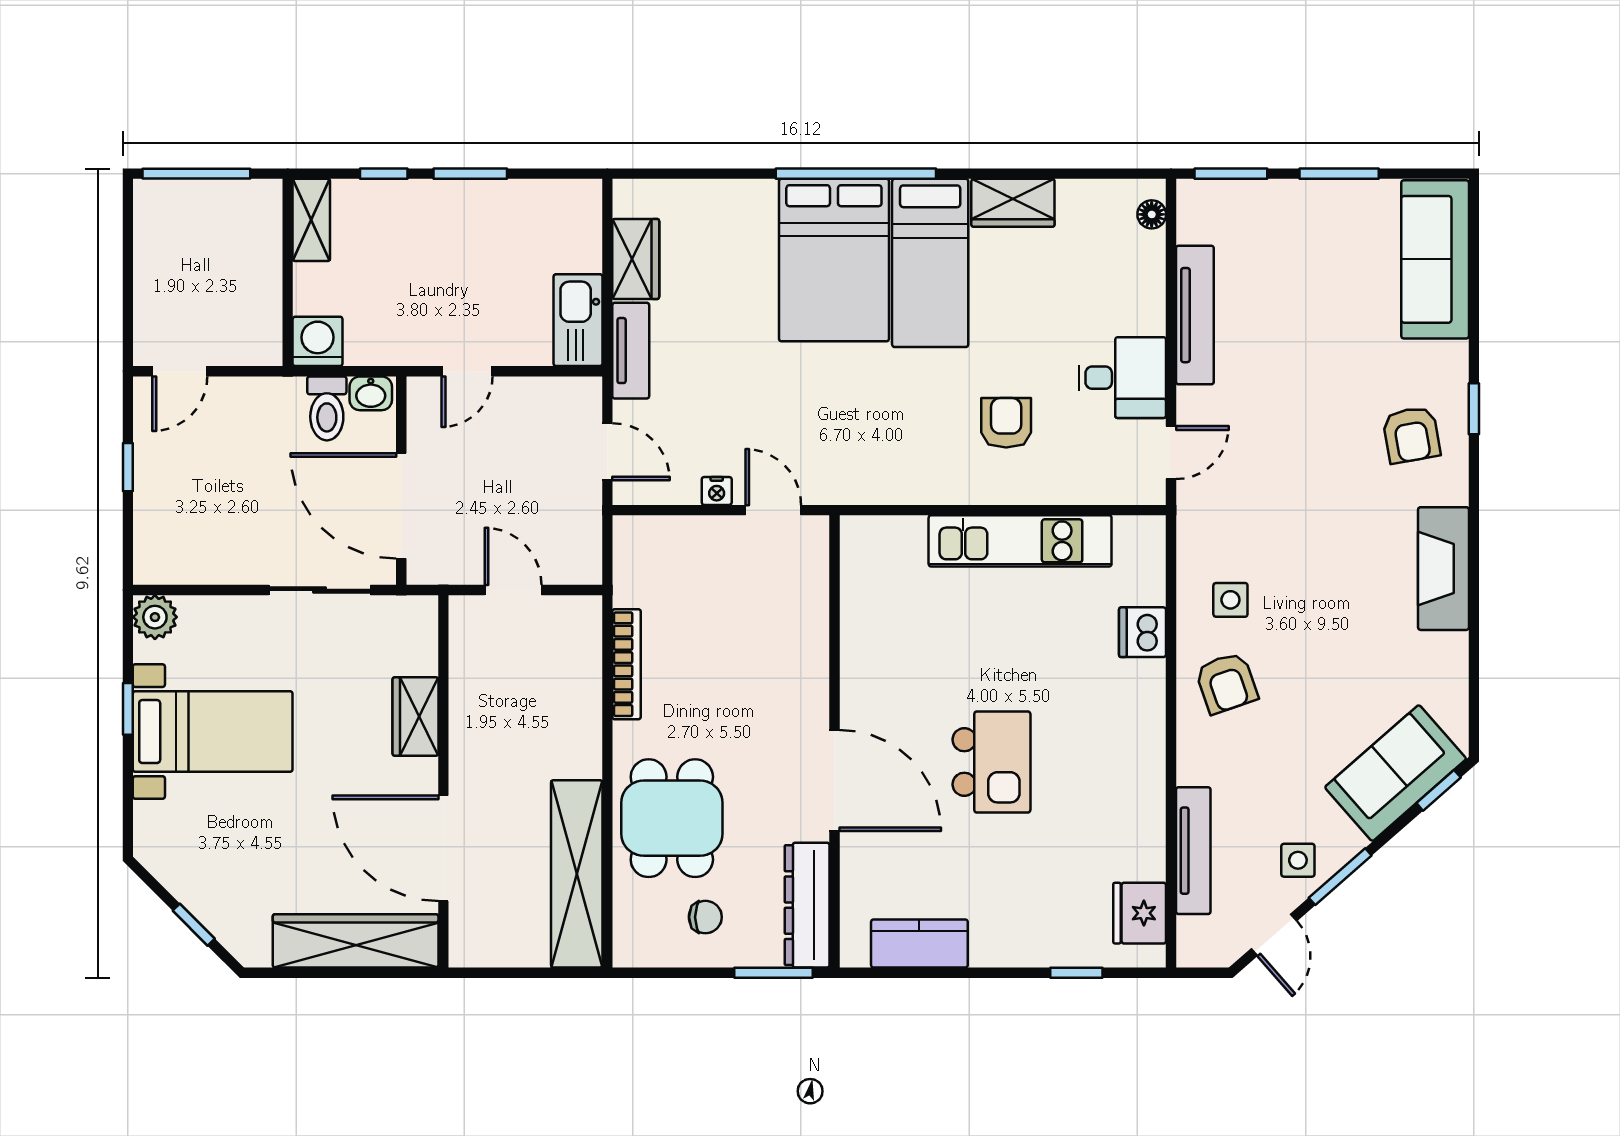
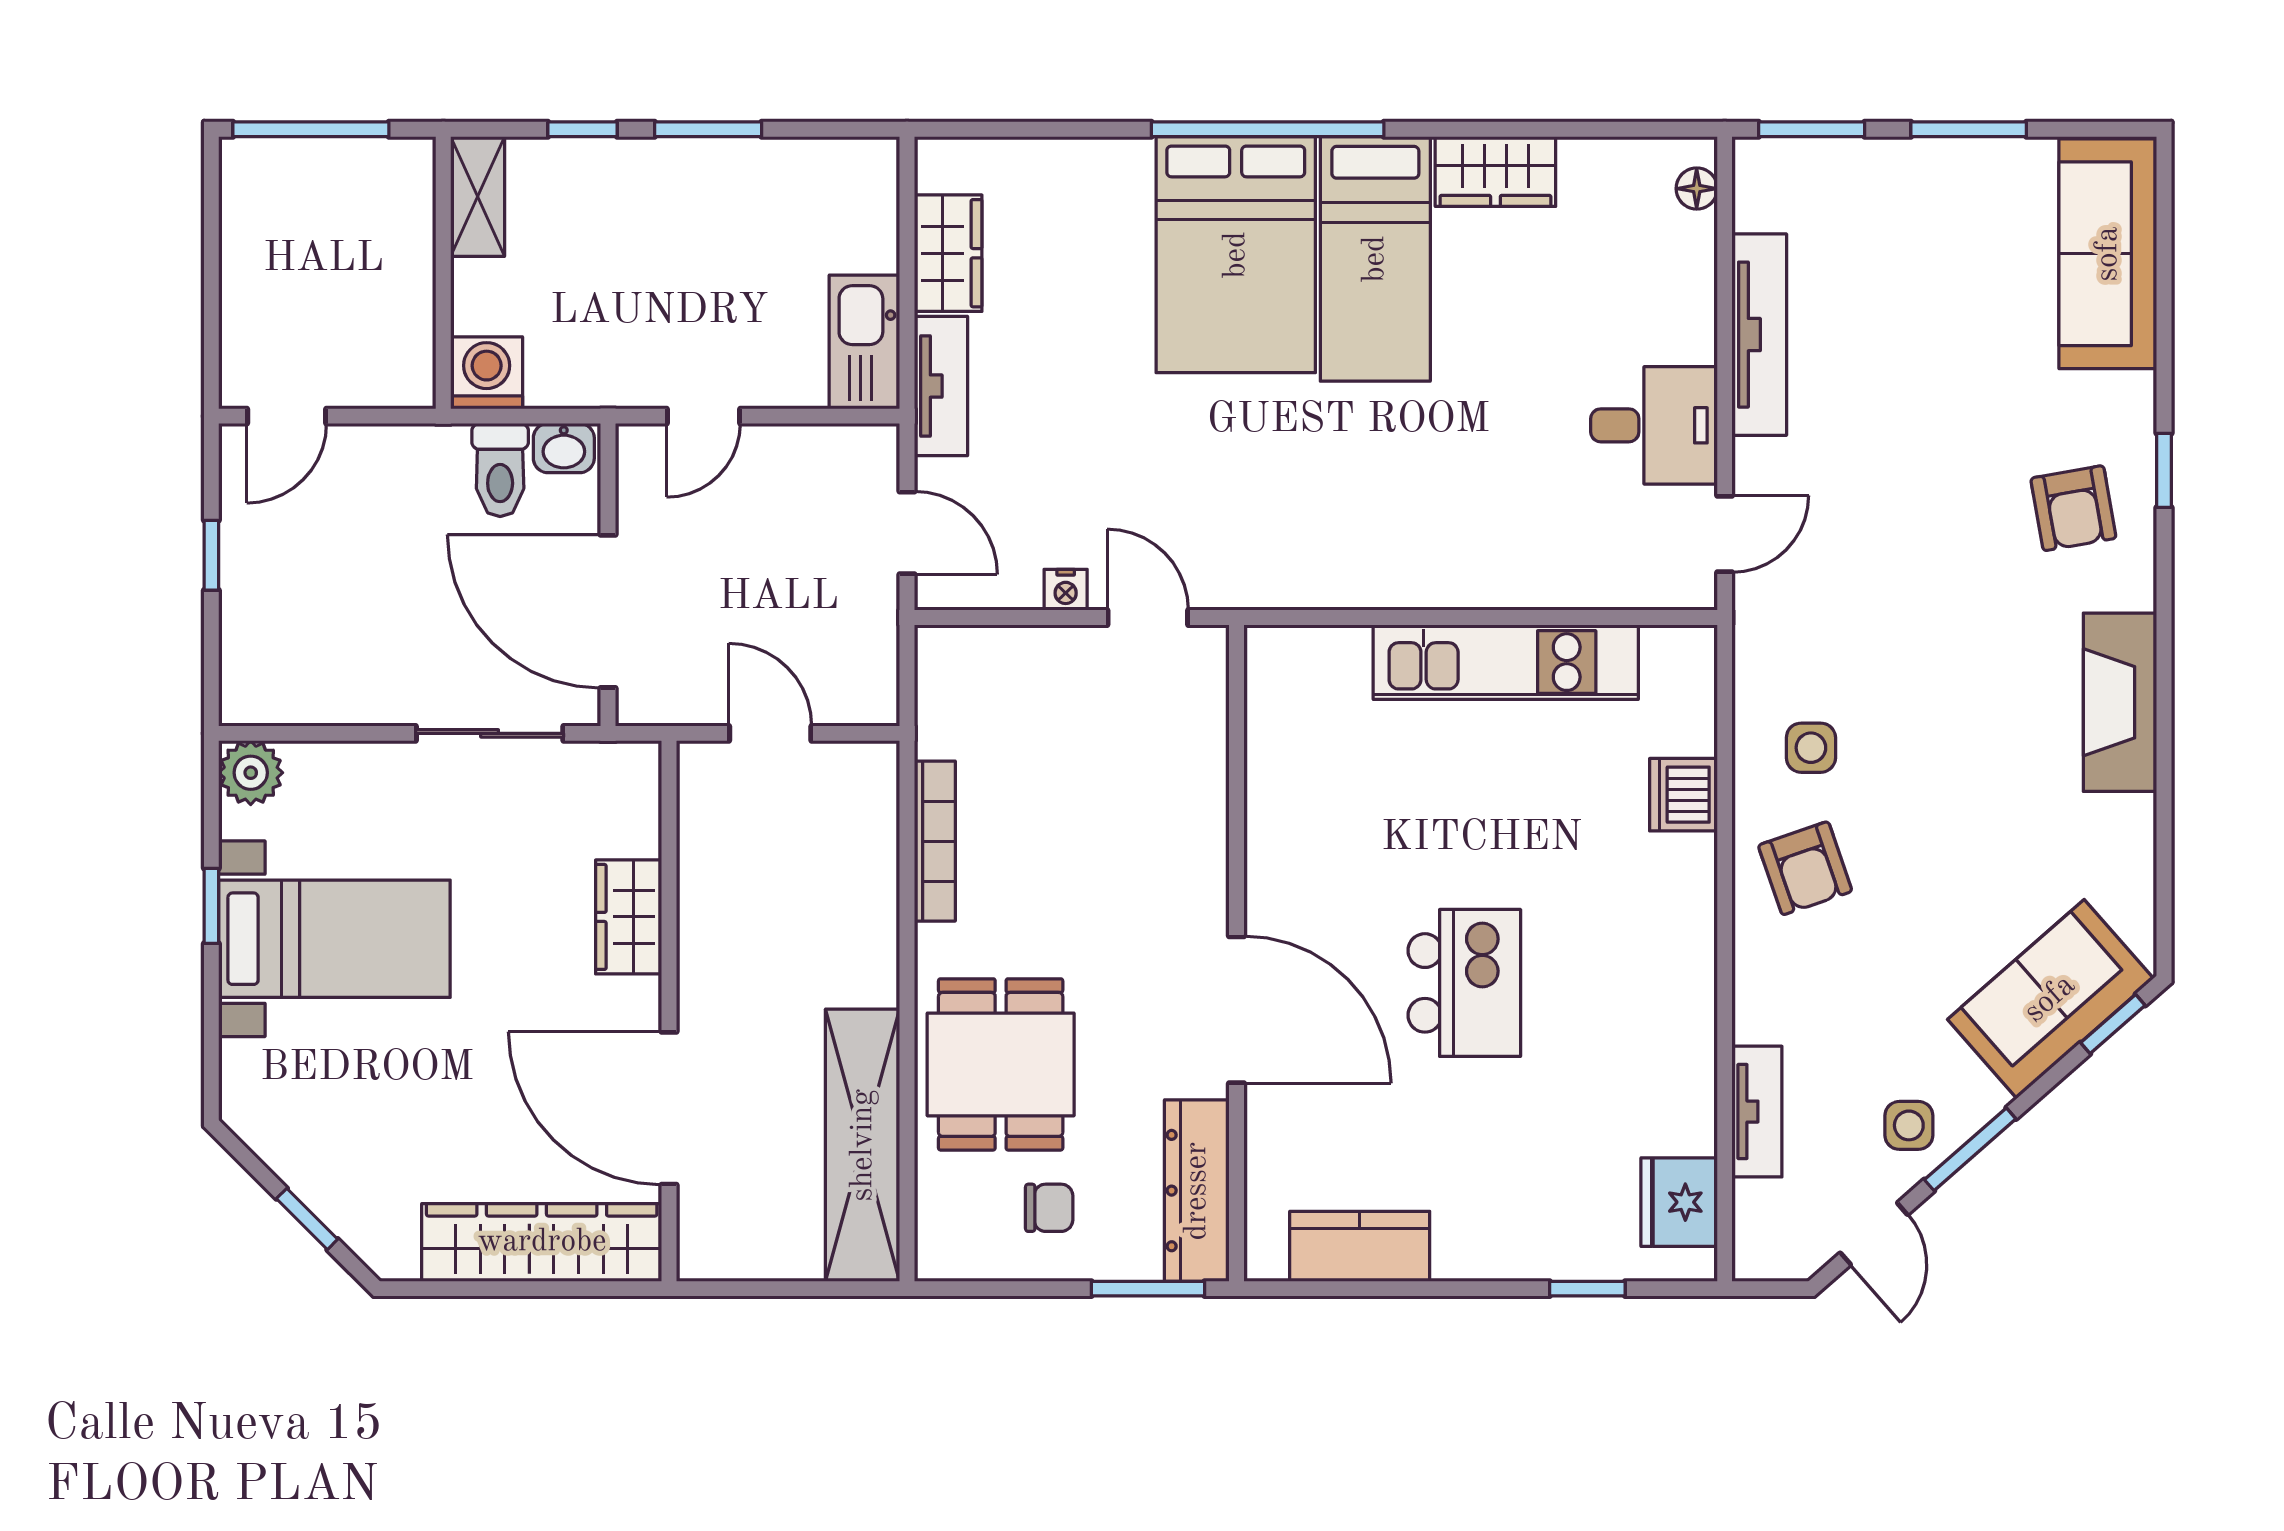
armchair: (1006, 423) -> (1486, 491), removed
tv unit: (1193, 851) -> (1757, 1112), width x0.71

